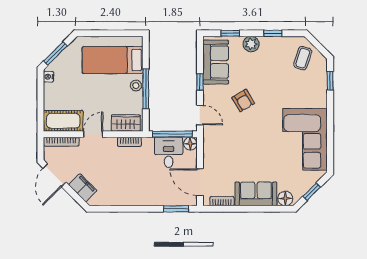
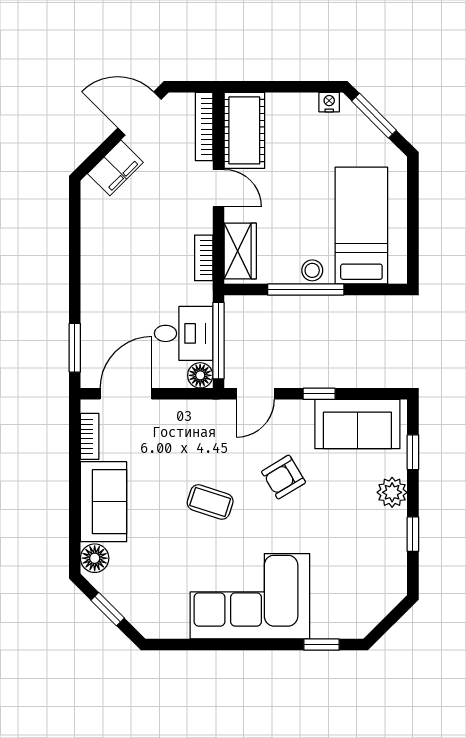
coffee table: (303, 58) -> (210, 502), moved
corner sofa: (305, 139) -> (250, 596), moved

